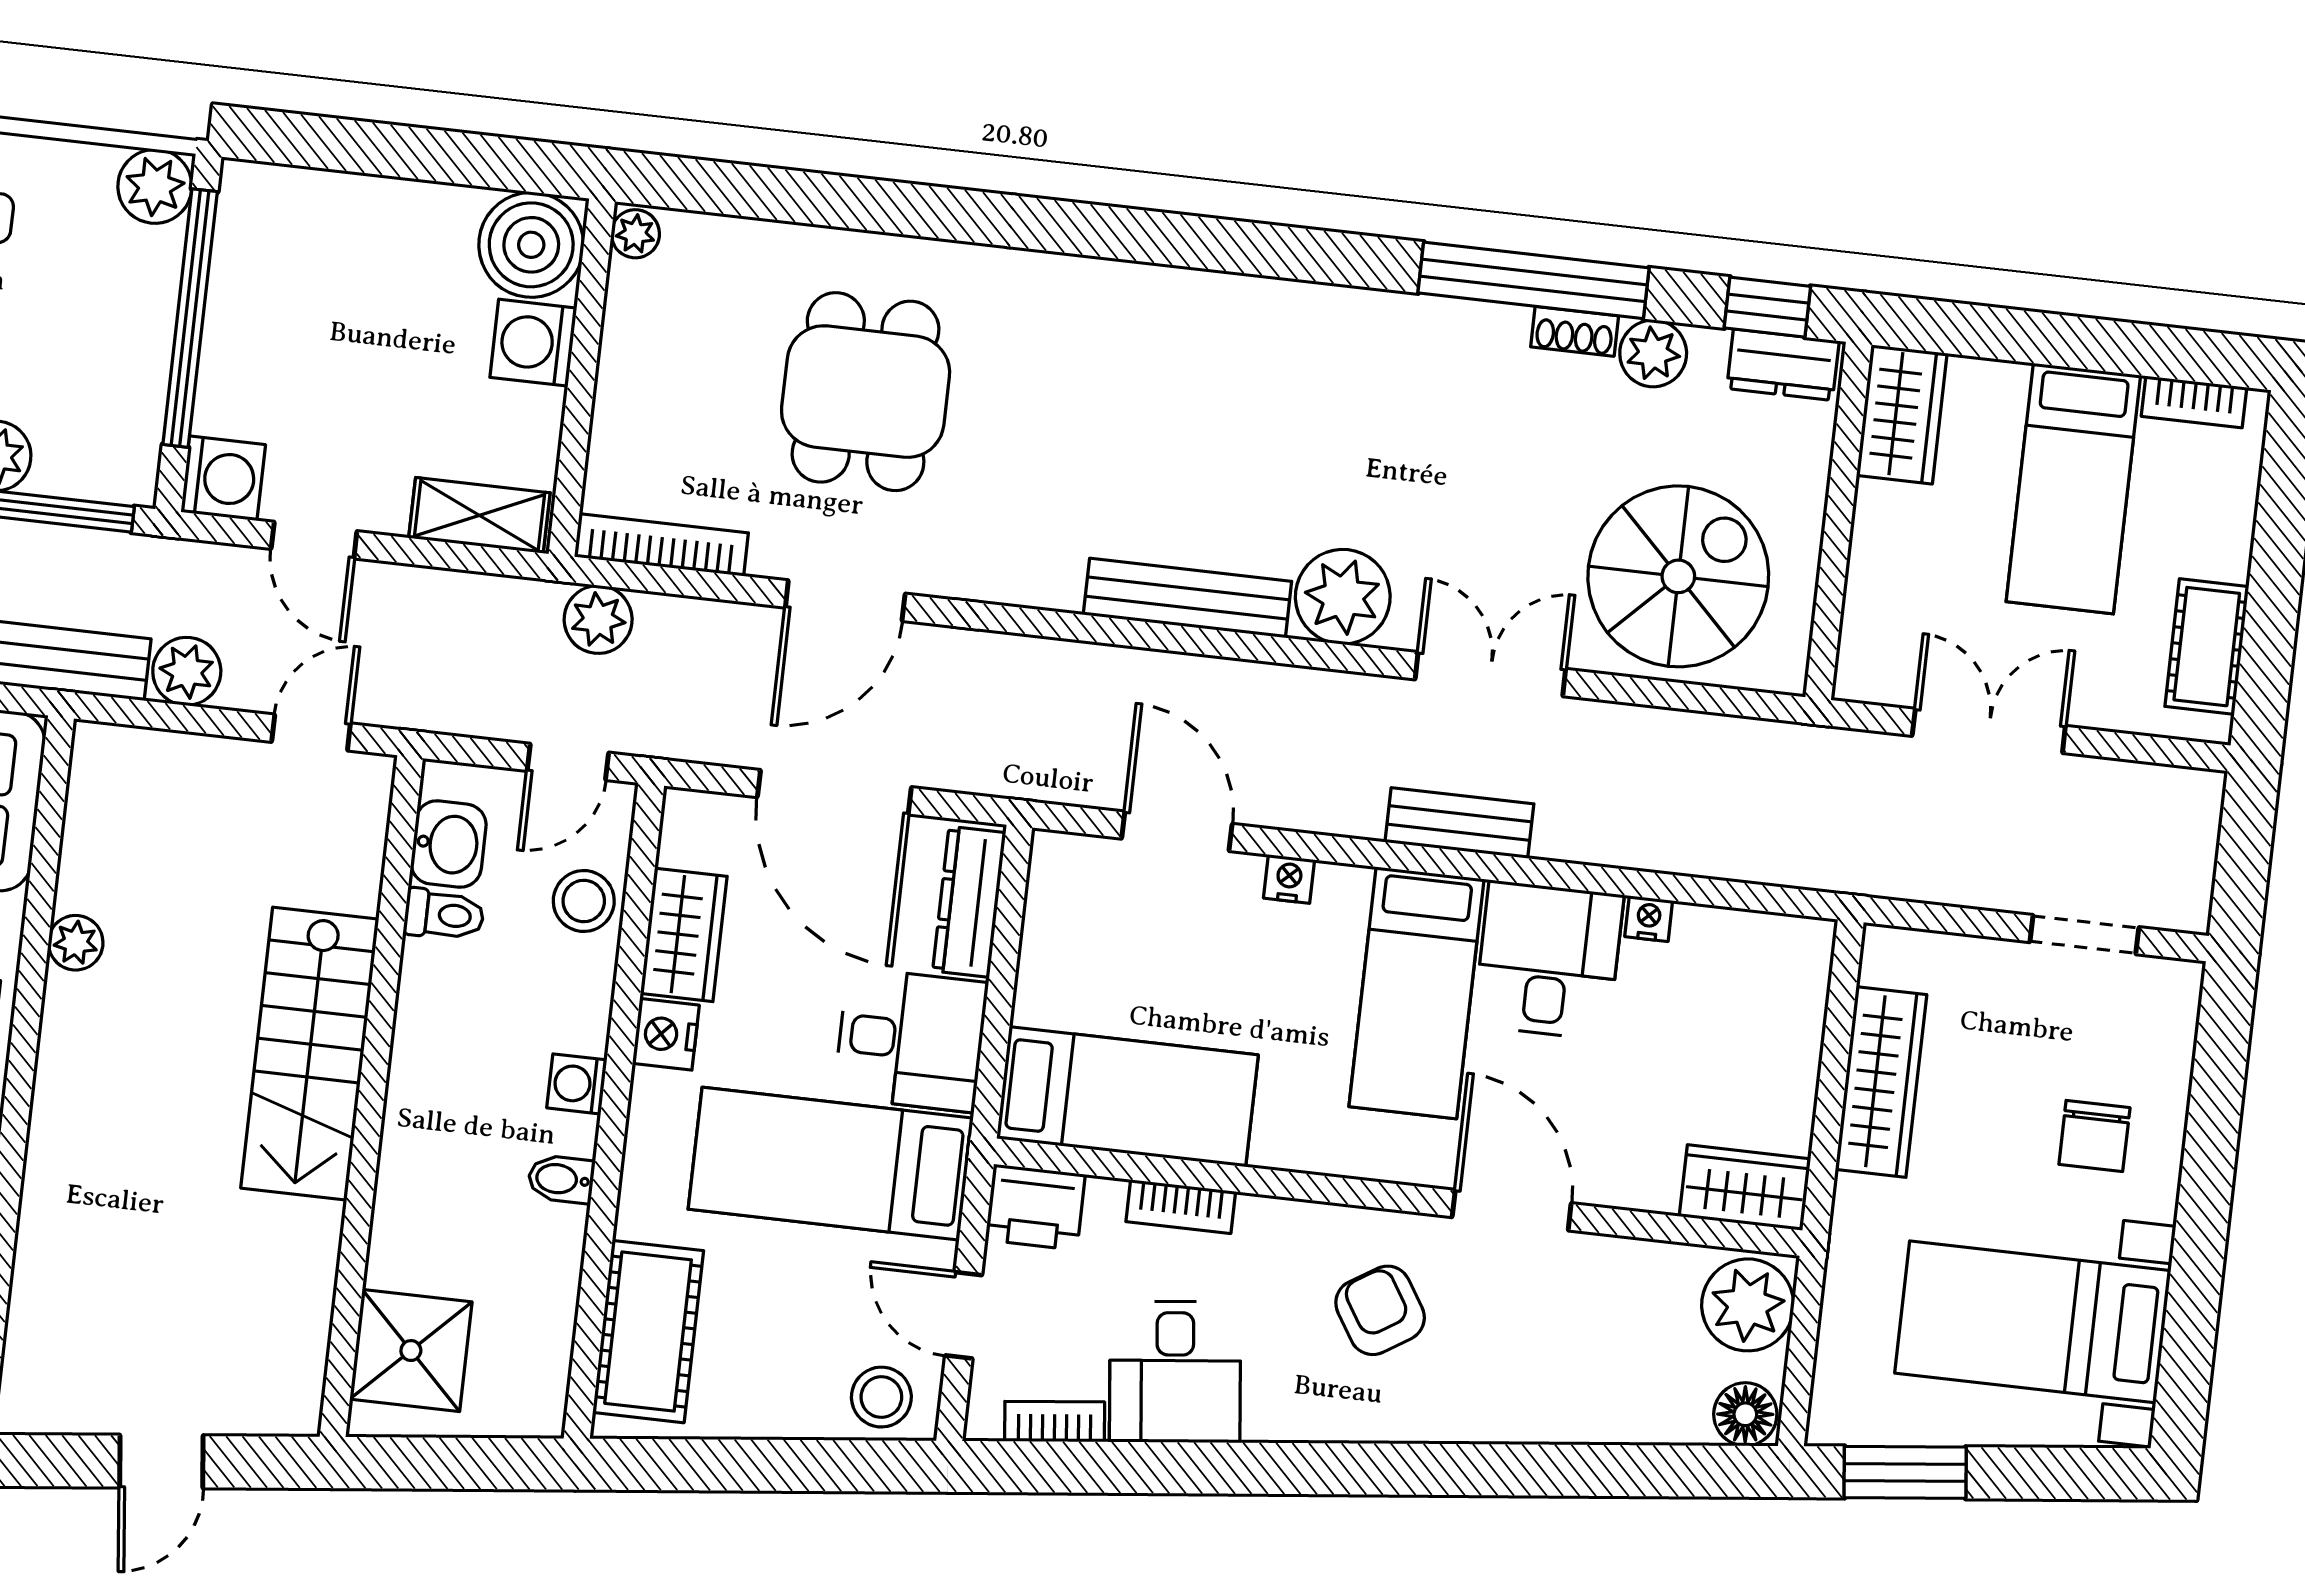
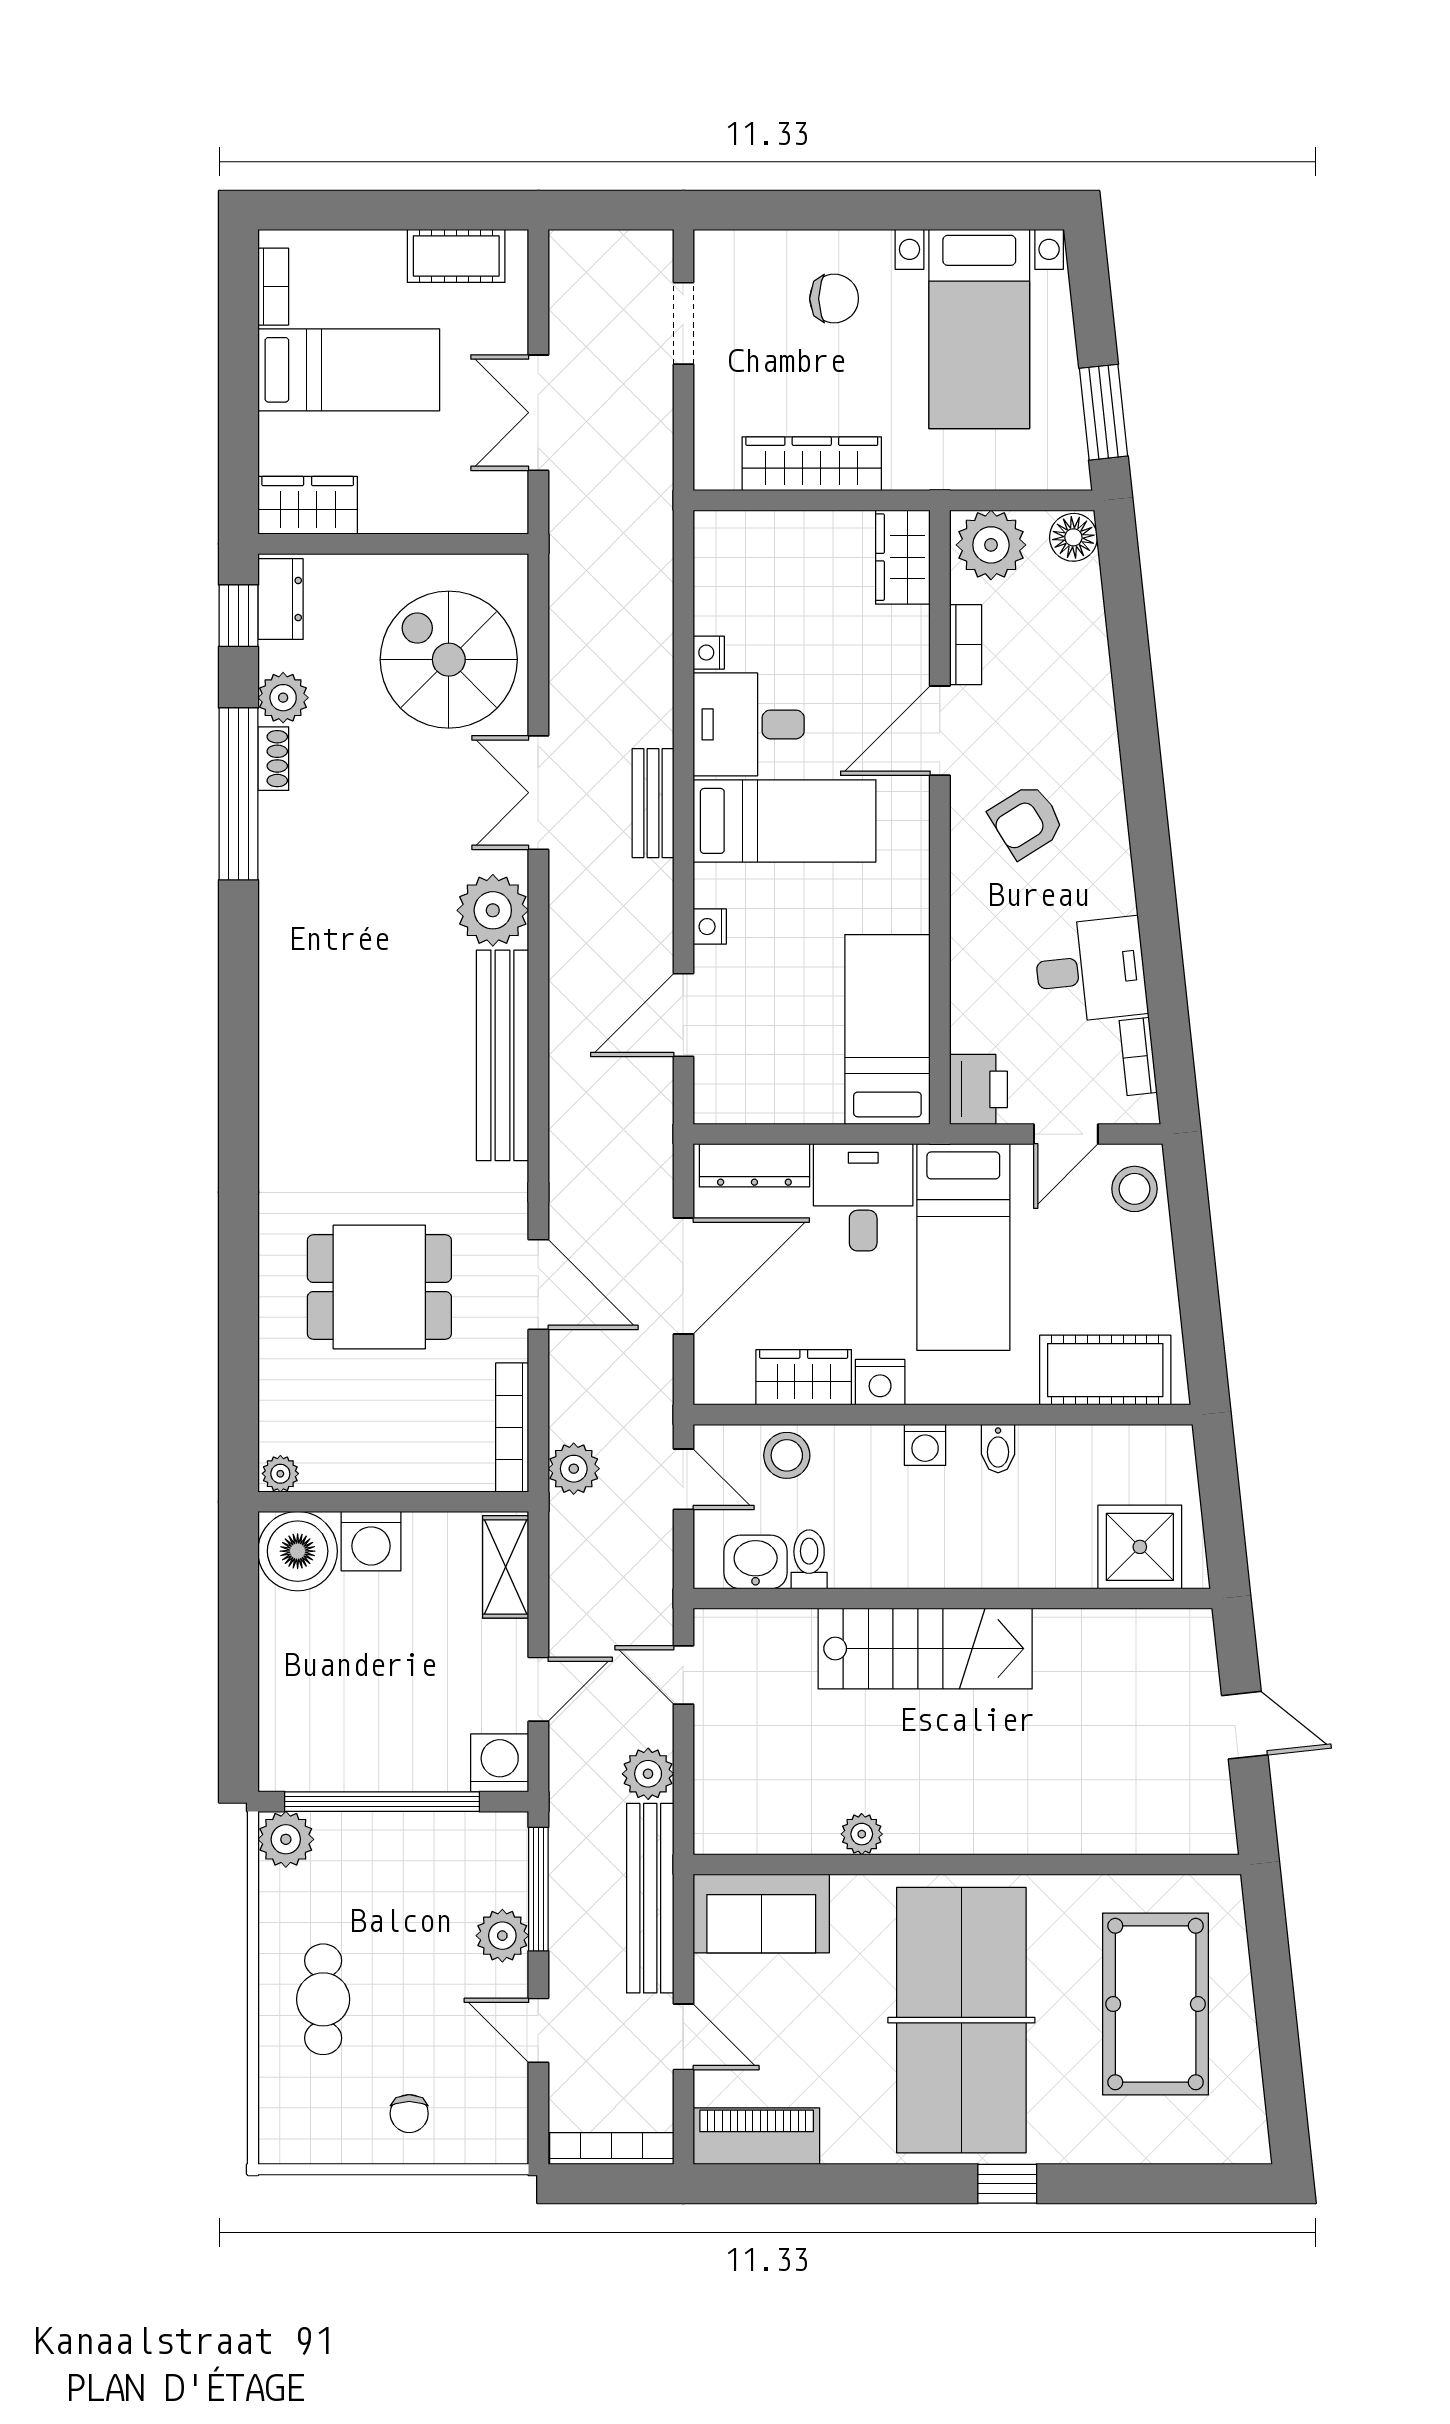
bench: (1187, 598) -> (502, 1055), width x1.37, depth x1.21
bookcase: (1181, 1207) -> (966, 645), moved

